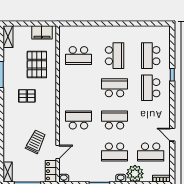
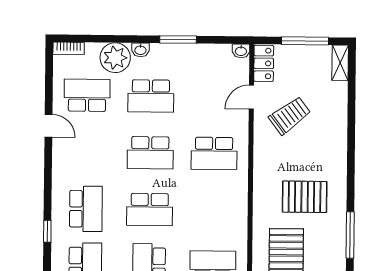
pallet: (27, 96) -> (305, 197), width x1.50, depth x1.42
trolley: (36, 142) -> (290, 116), turned -153
school desk: (115, 152) -> (151, 96), turned 180

